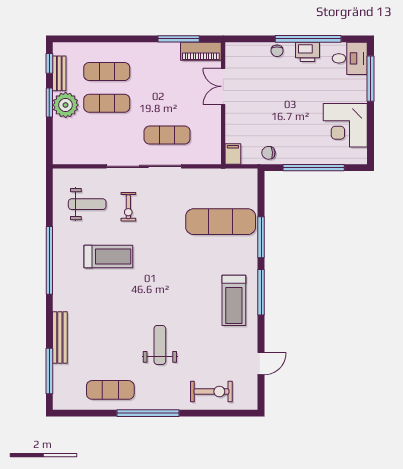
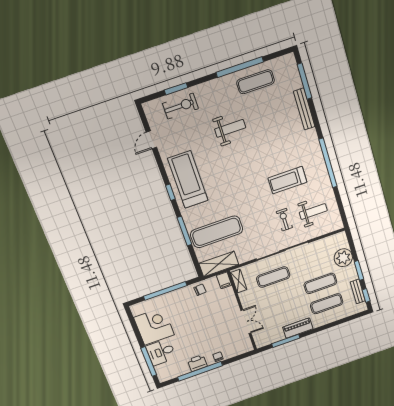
piano: (201, 51) -> (298, 328), moved
desk: (350, 58) -> (161, 352), moved
plant: (66, 105) -> (343, 258), moved
shelving: (214, 146) -> (239, 281), added
shelving: (232, 178) -> (219, 264), added
weight bench: (87, 204) -> (313, 212), turned 180
window: (261, 292) -> (170, 192), width x0.46
treadmill: (234, 300) -> (188, 180), width x1.37, depth x1.38
weight bench: (160, 345) -> (230, 128), turned -90
exercise bike: (211, 392) -> (180, 106), turned 180
window: (148, 413) -> (240, 67), moved
window: (210, 413) -> (176, 89), added

